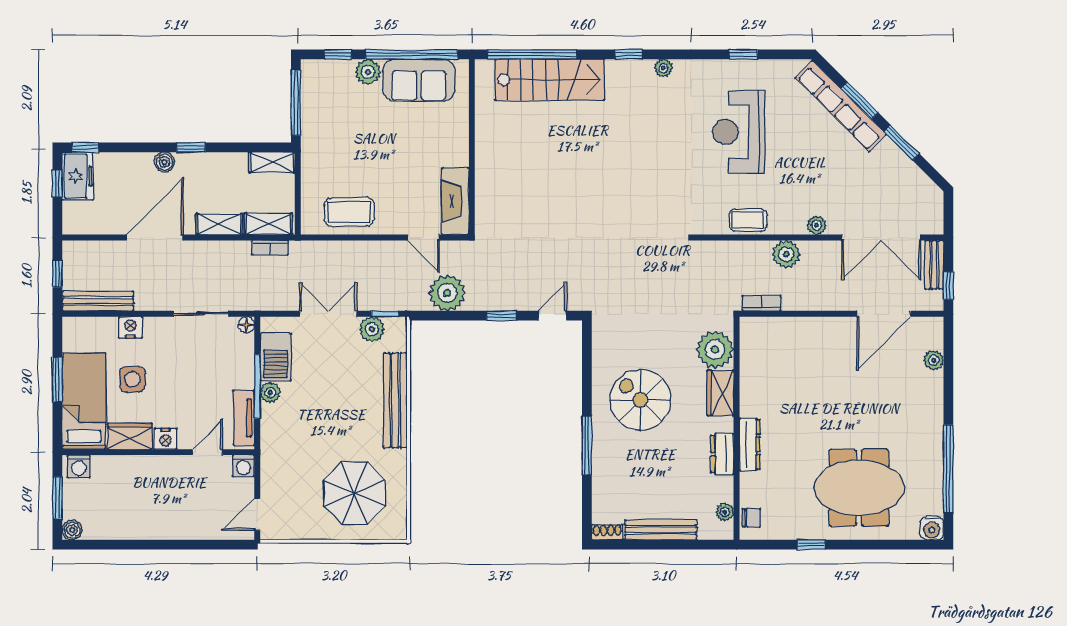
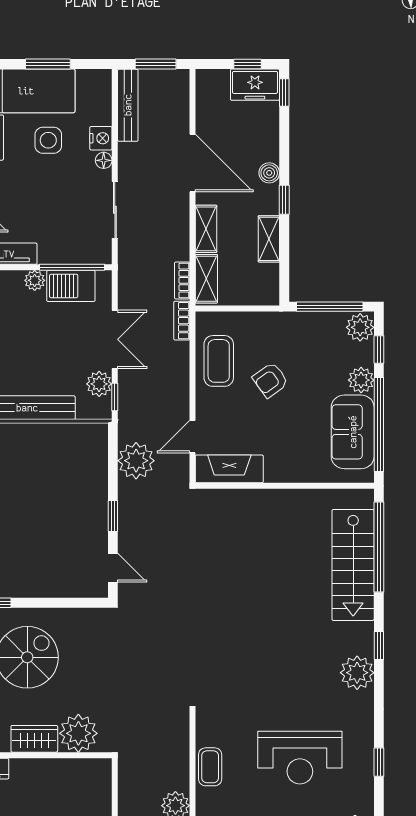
plant: (663, 68) -> (357, 673), width x1.88, depth x1.88
plant: (316, 73) -> (360, 327), added
reception desk: (739, 132) -> (300, 758), turned 180
armchair: (368, 161) -> (270, 380), added
shelving: (272, 162) -> (269, 239), moved
window: (57, 274) -> (156, 64), width x1.50
bookcase: (762, 303) -> (182, 321), moved, turned 180
floor lamp: (246, 325) -> (104, 160), moved
window: (257, 386) -> (72, 267), moved

